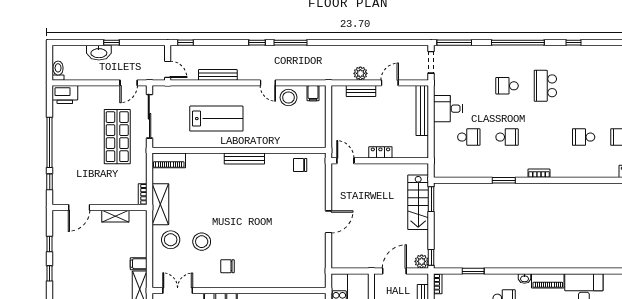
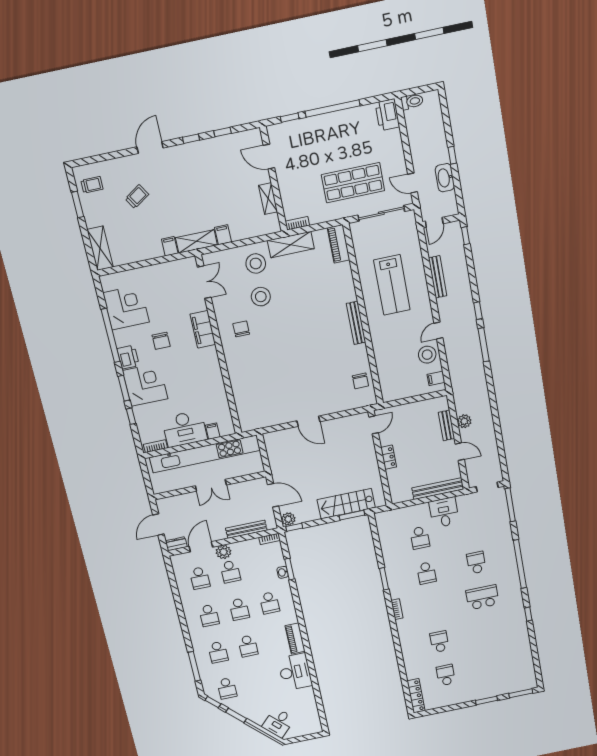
washbasin: (99, 53) -> (445, 178), moved
chair: (300, 165) -> (360, 381), turned 180
washbasin: (524, 279) -> (283, 572), moved

